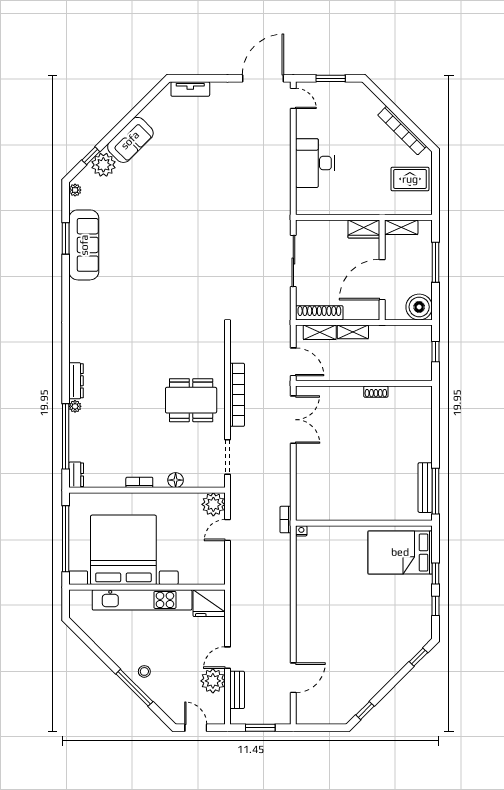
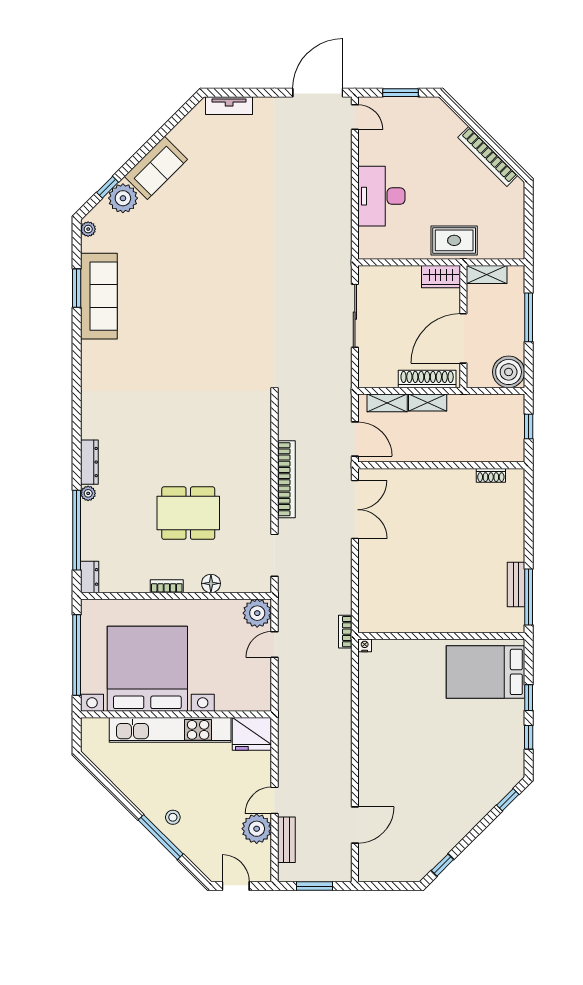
rug: (410, 179) -> (454, 240), moved
shoe rack: (319, 313) -> (427, 379), moved
shoe rack: (376, 392) -> (491, 475), moved
dining table: (191, 400) -> (188, 513), moved
bench: (425, 488) -> (516, 584), width x0.73

